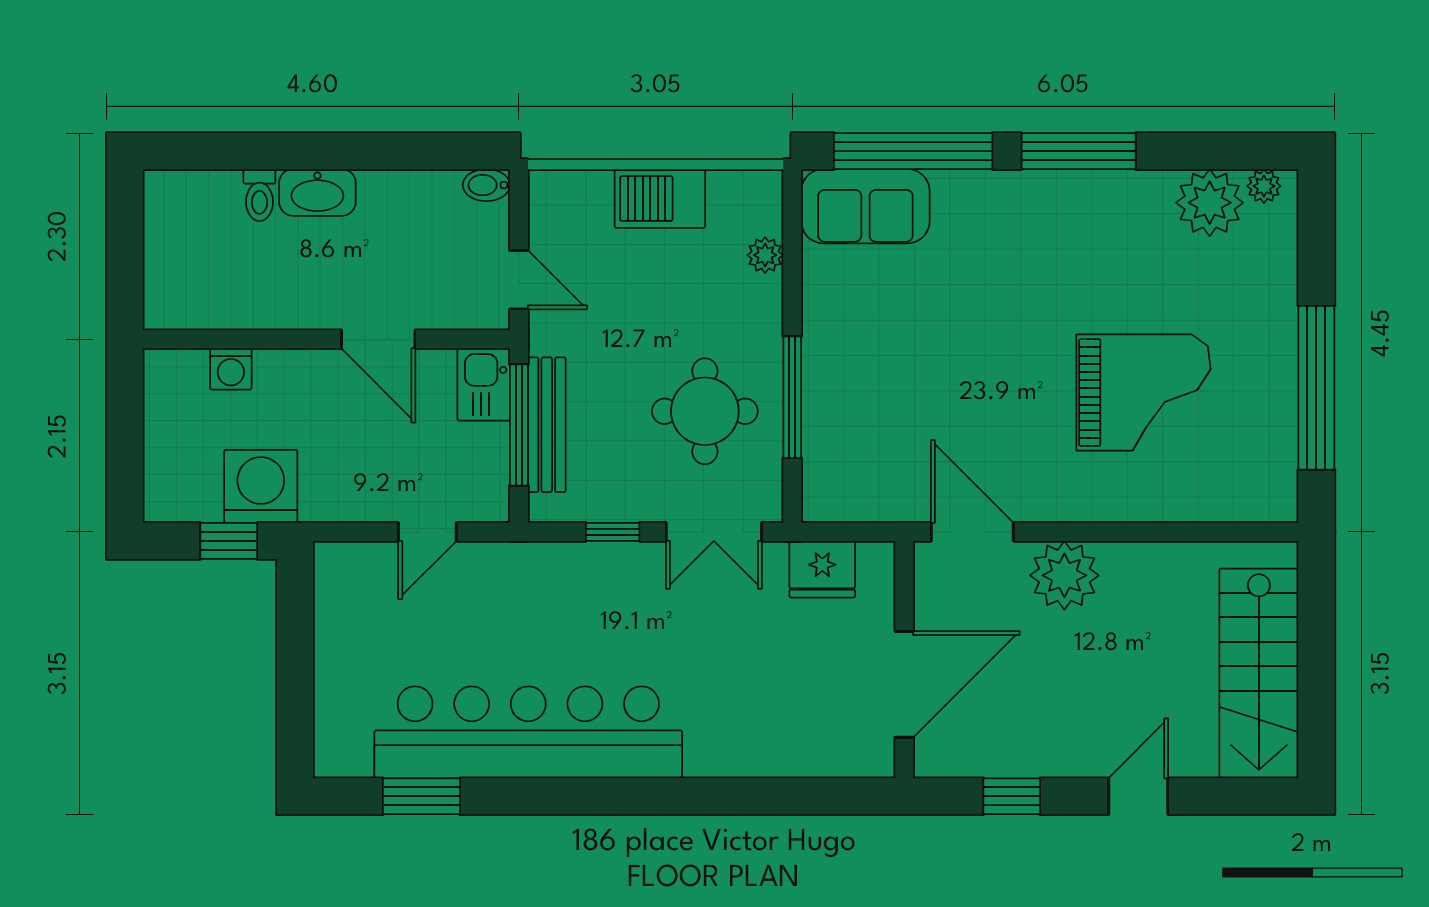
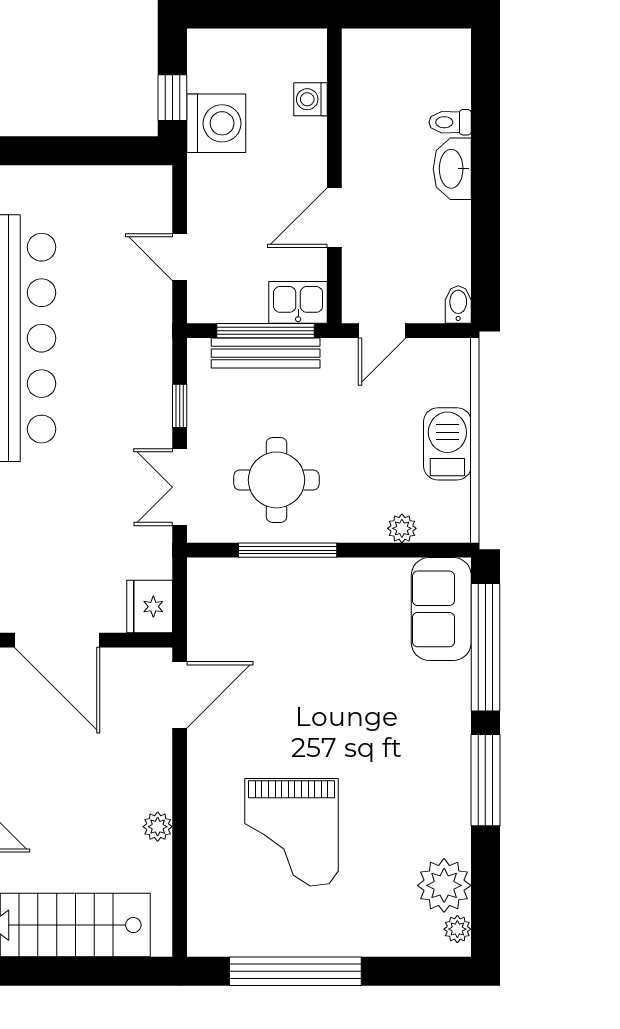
fridge: (822, 569) -> (150, 607), moved
plant: (1064, 575) -> (158, 827), moved, width x0.53, depth x0.53

